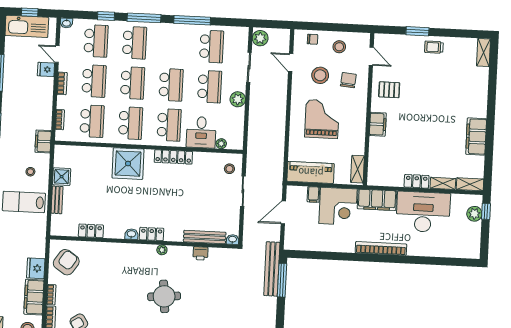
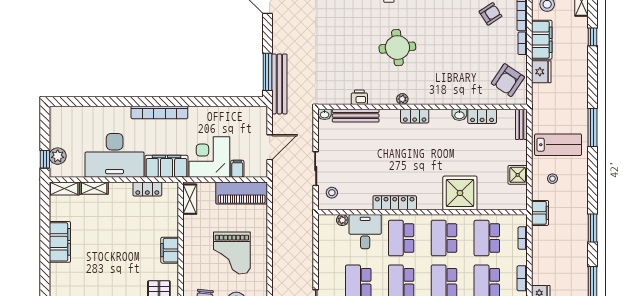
plant: (238, 99) -> (326, 270), removed
shower: (128, 164) -> (460, 193), moved
locker: (417, 181) -> (147, 189), moved
bench: (57, 200) -> (521, 124), moved
washbasin: (131, 234) -> (459, 115), moved

